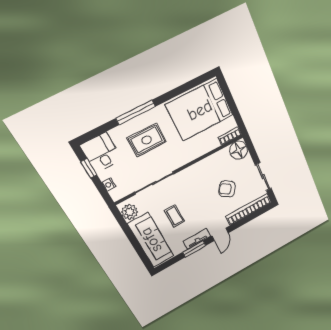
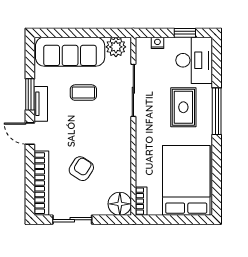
desk: (101, 153) -> (194, 60), width x1.37

